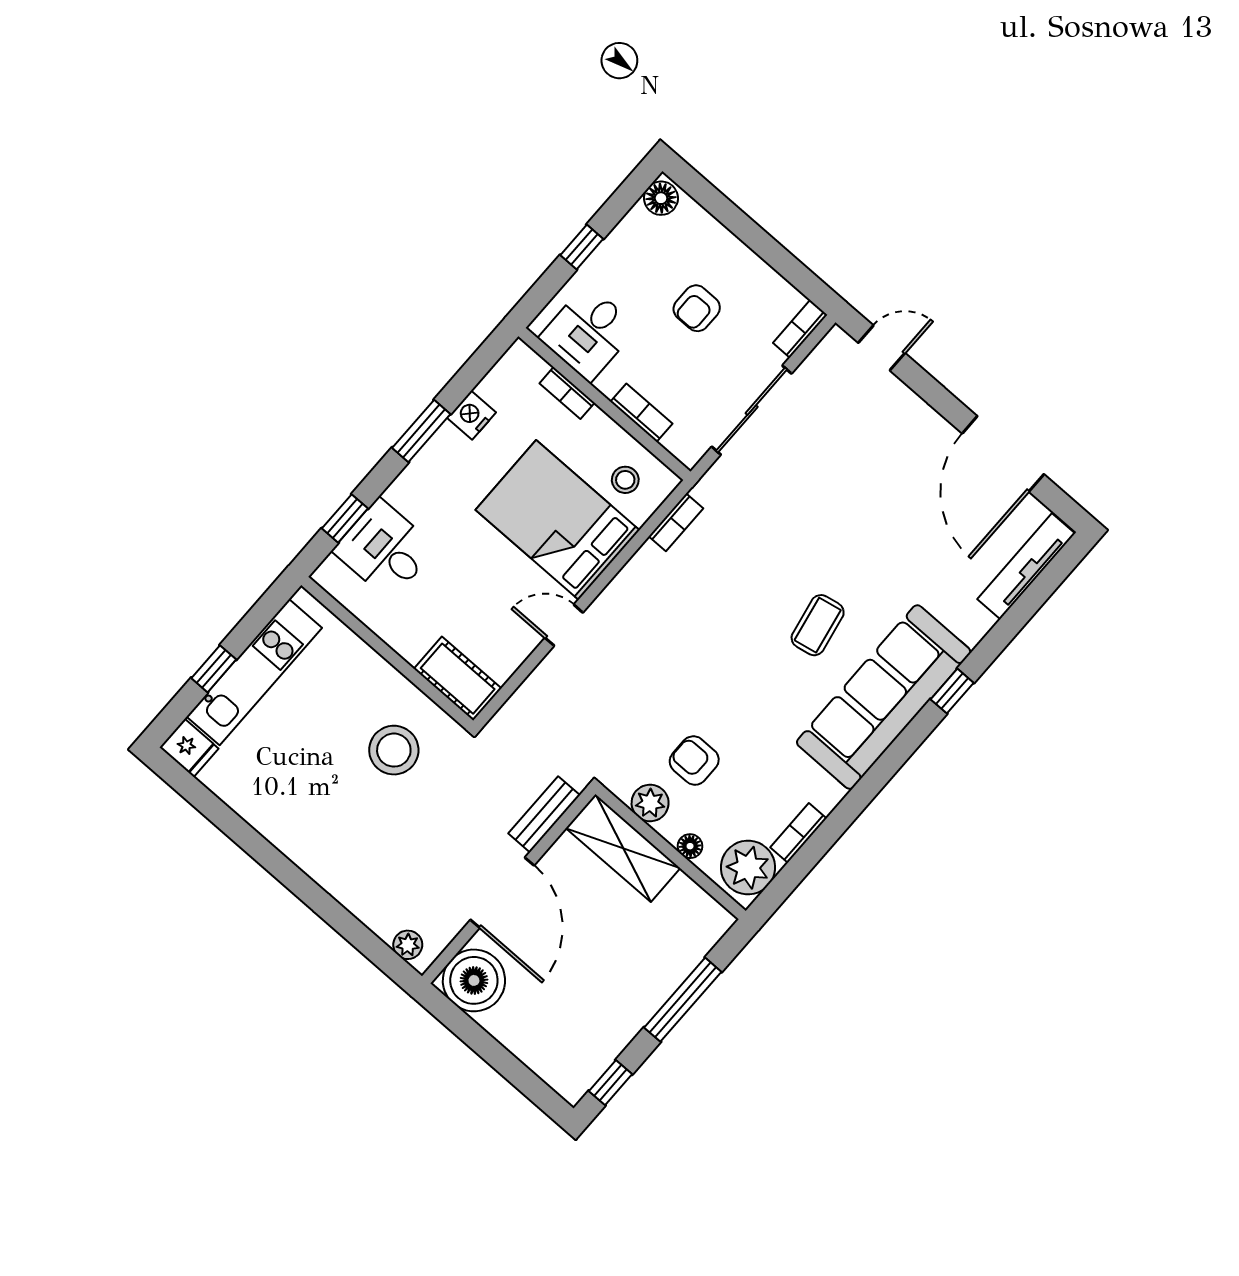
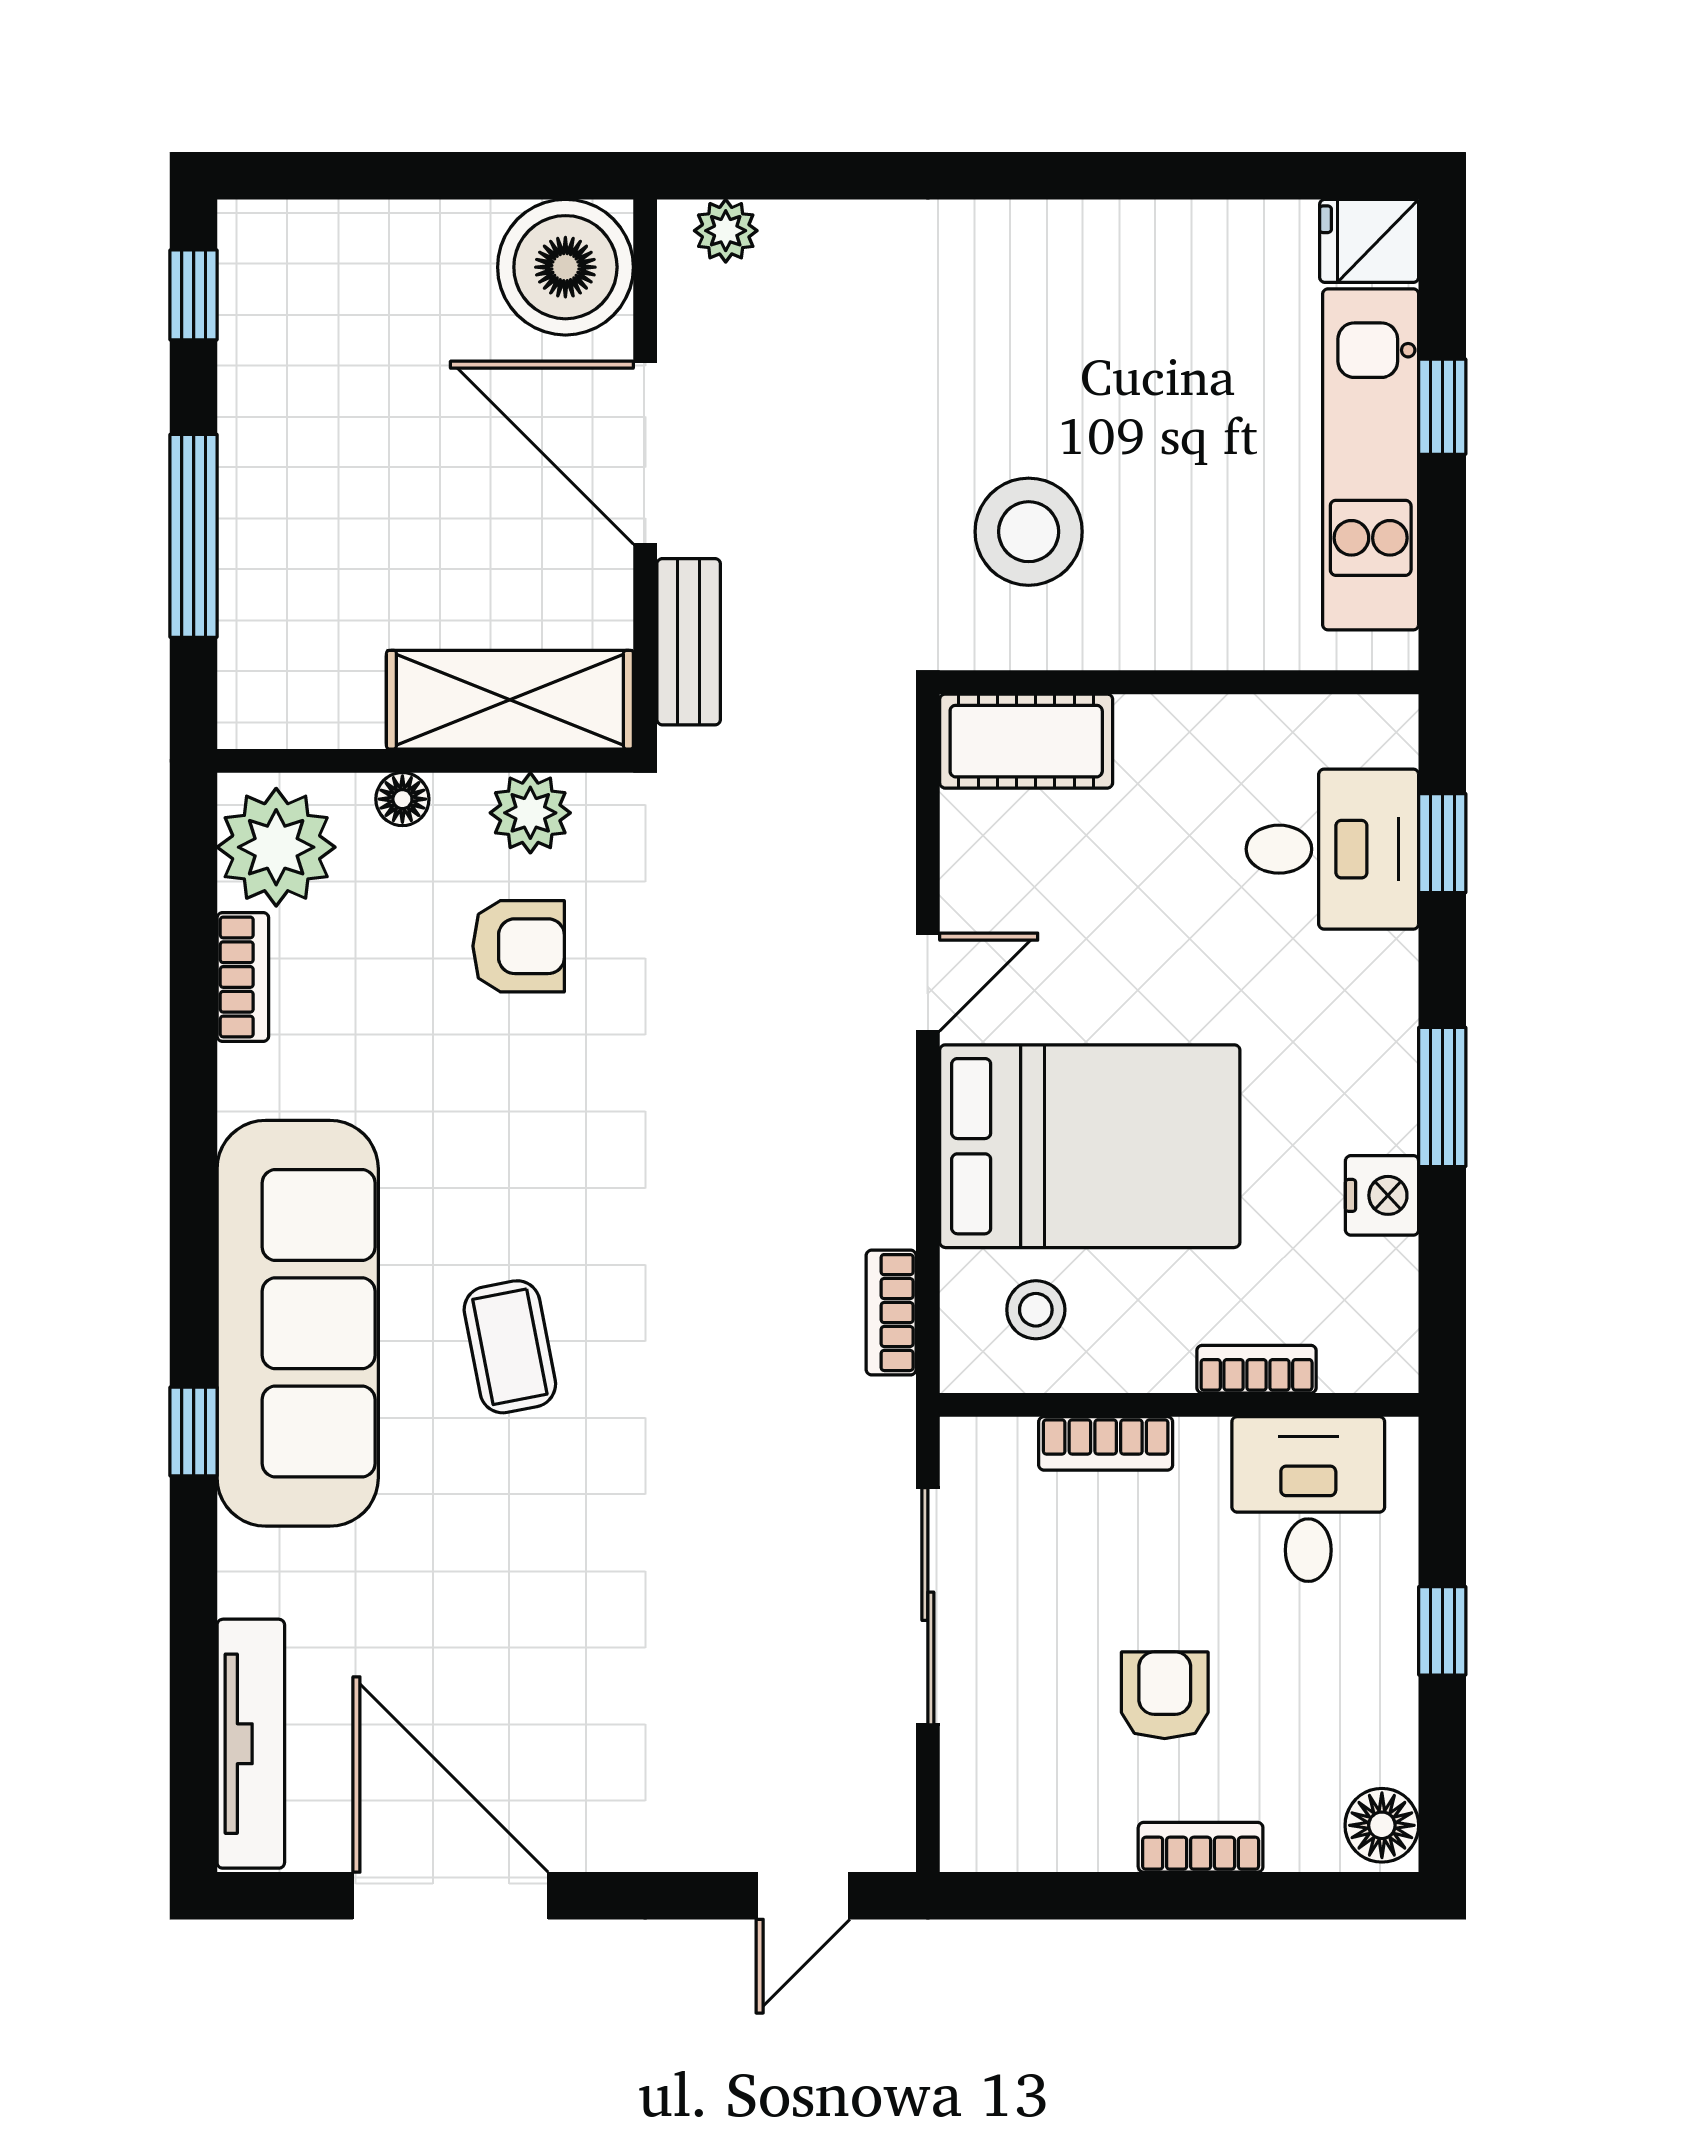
bookcase: (800, 329) -> (1201, 1847), moved, turned -90

